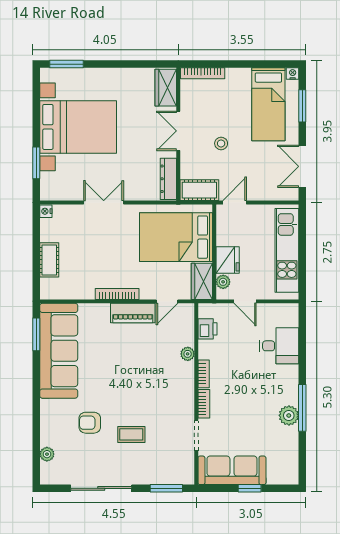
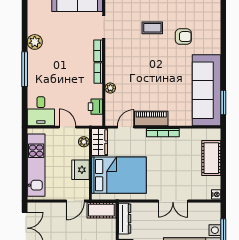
cot: (49, 260) -> (211, 158), width x1.37, depth x1.34
fridge: (228, 260) -> (80, 170), moved
desk: (279, 346) -> (41, 111), moved, turned -90
window: (302, 408) -> (25, 69), moved
plant: (47, 454) -> (215, 13), removed

